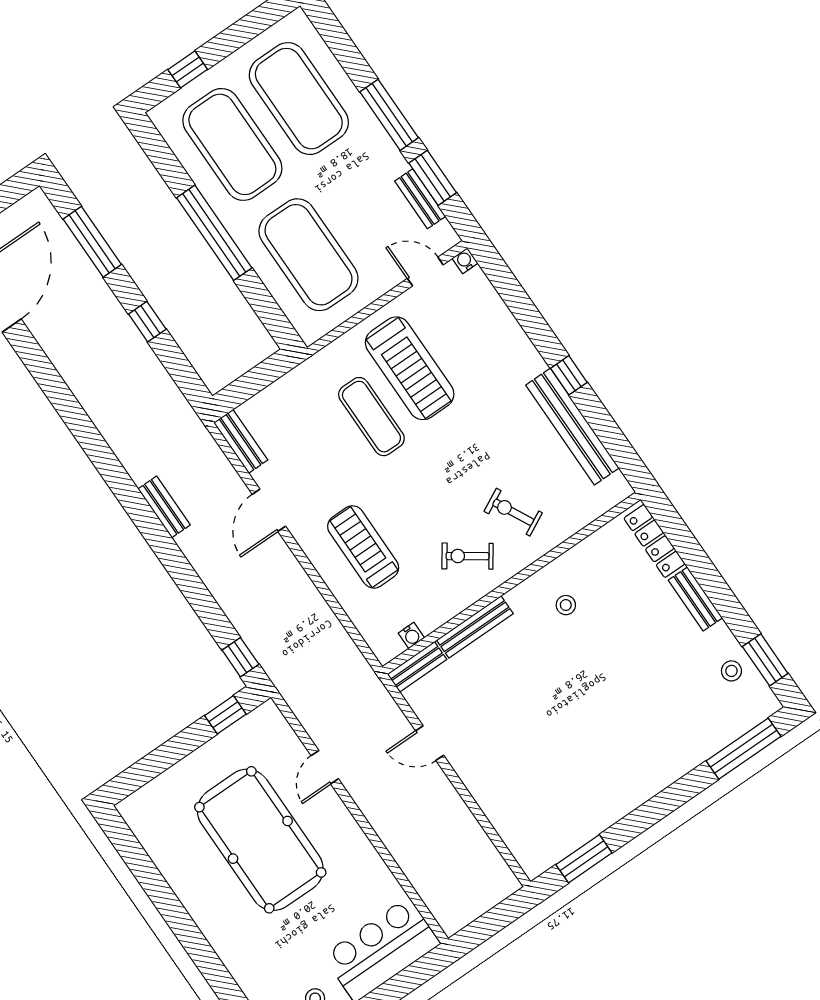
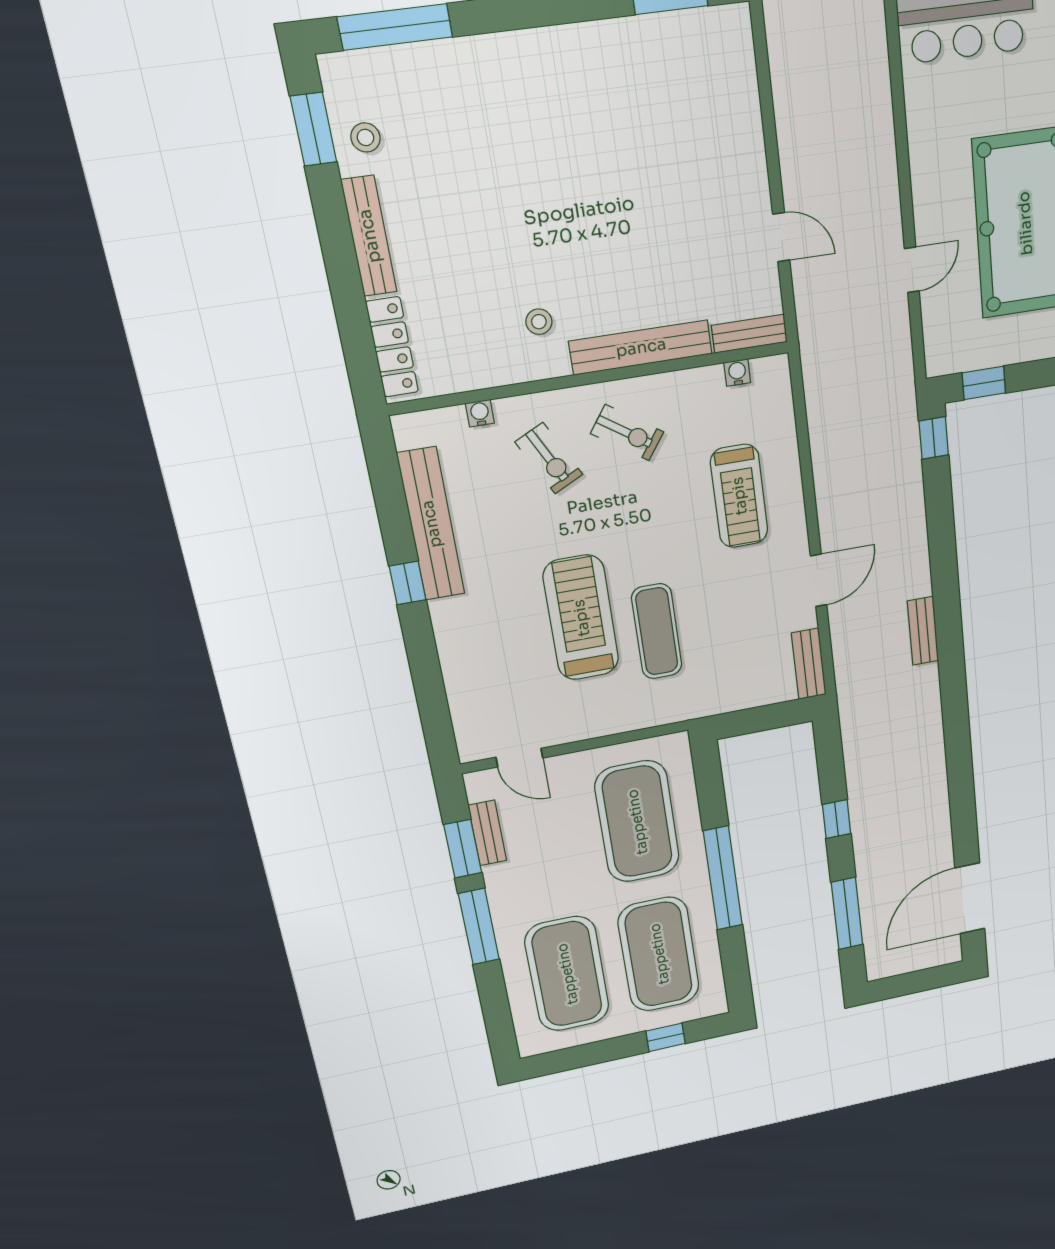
water cooler: (465, 261) -> (480, 413), moved, turned 180
treadmill: (410, 368) -> (581, 618), moved
bench: (695, 599) -> (369, 236), width x1.36
bench: (475, 627) -> (641, 347), width x1.37, depth x1.21

